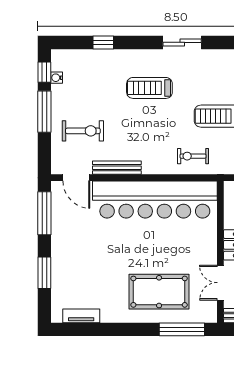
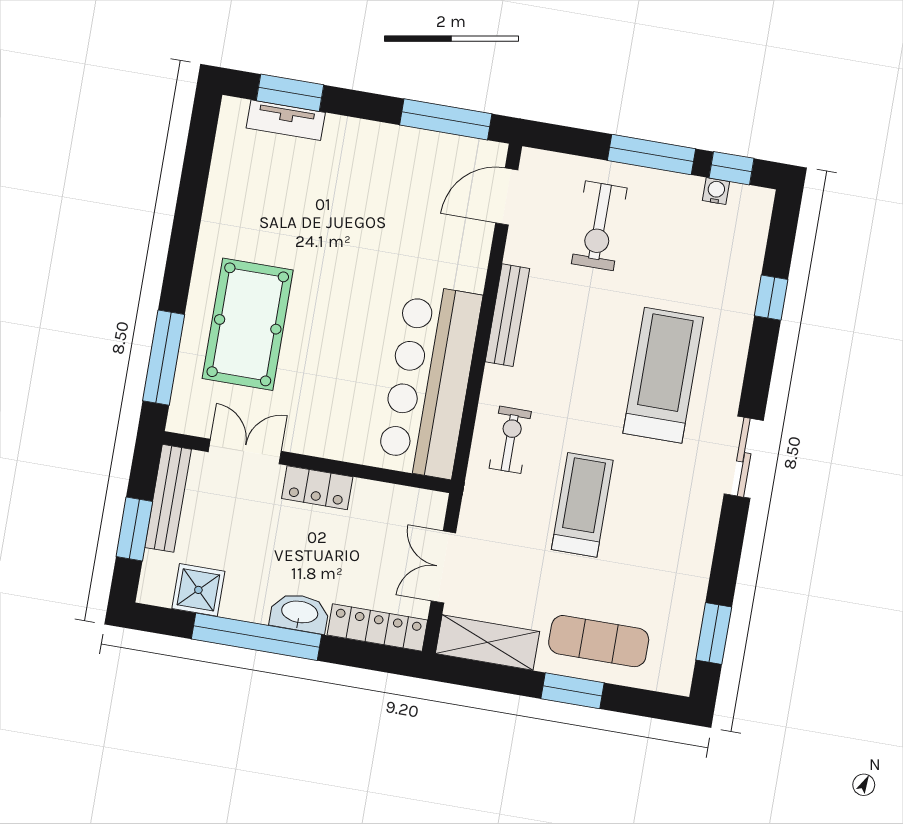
treadmill: (149, 88) -> (663, 375), width x1.37, depth x1.38
bench: (117, 168) -> (507, 315), moved
bar counter: (155, 200) -> (430, 381), width x0.73
window: (44, 273) -> (290, 93), moved
tv unit: (81, 316) -> (286, 120), moved, turned 90

